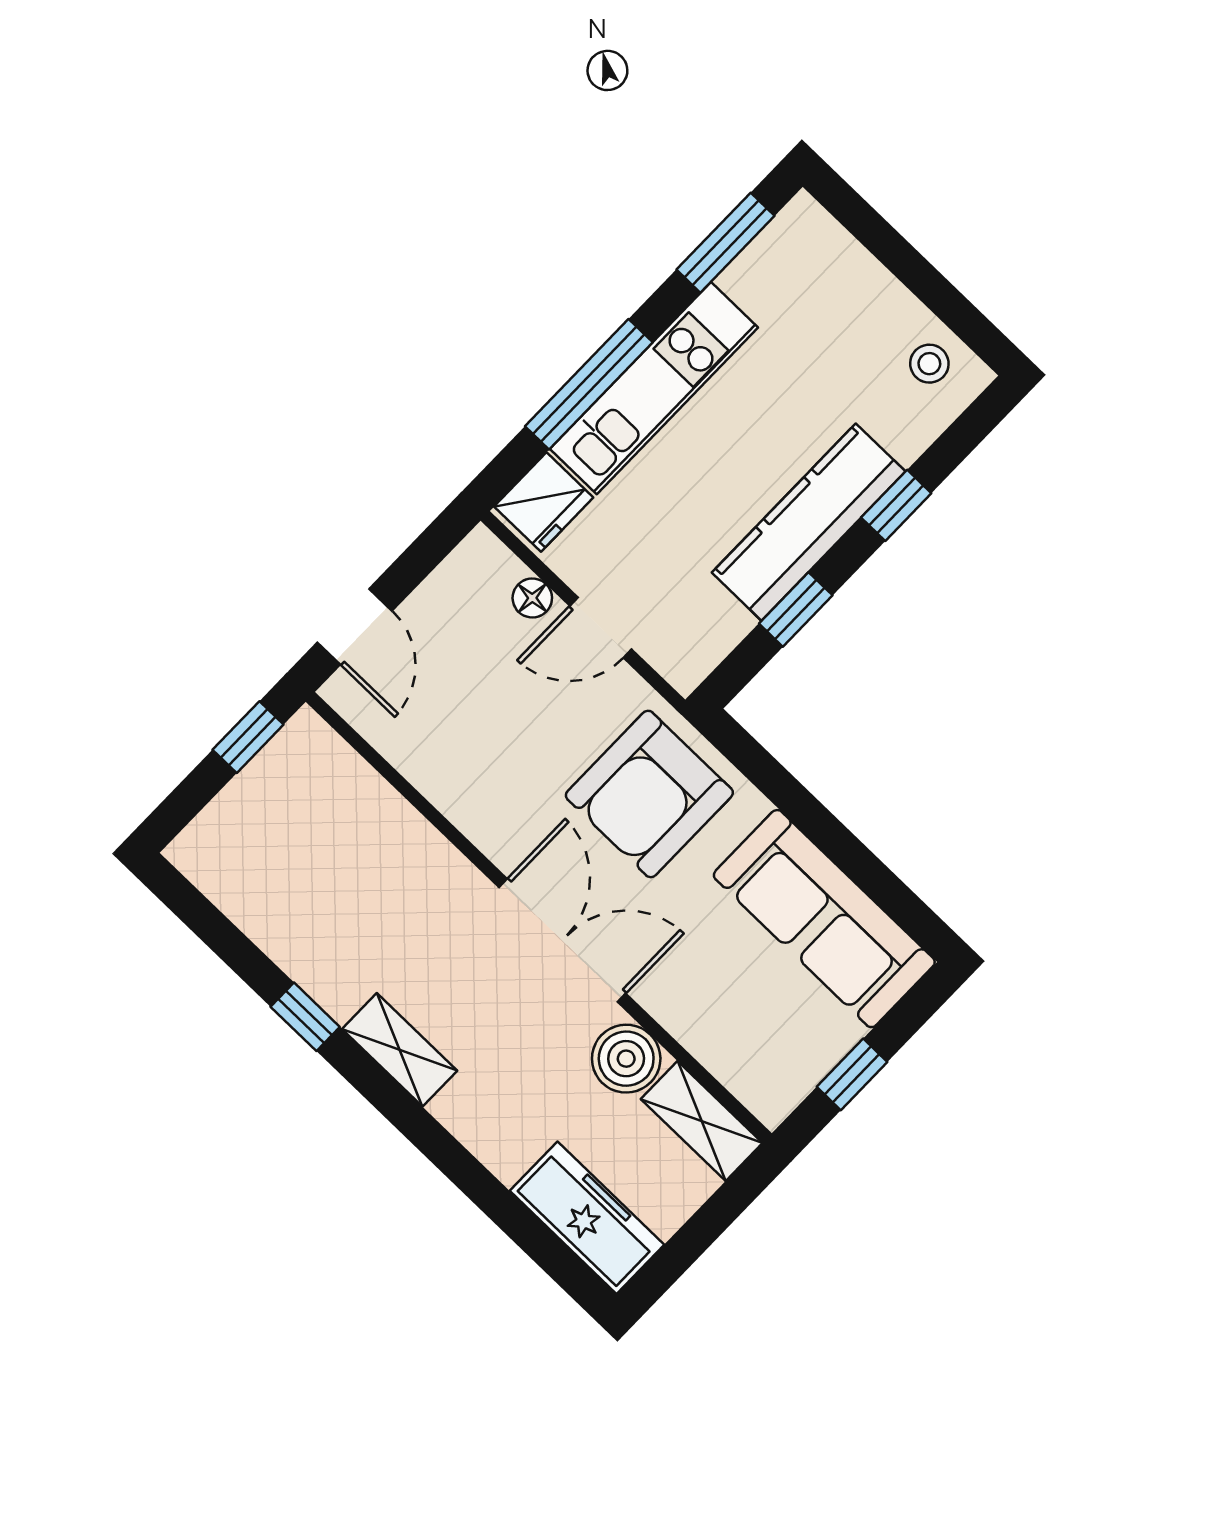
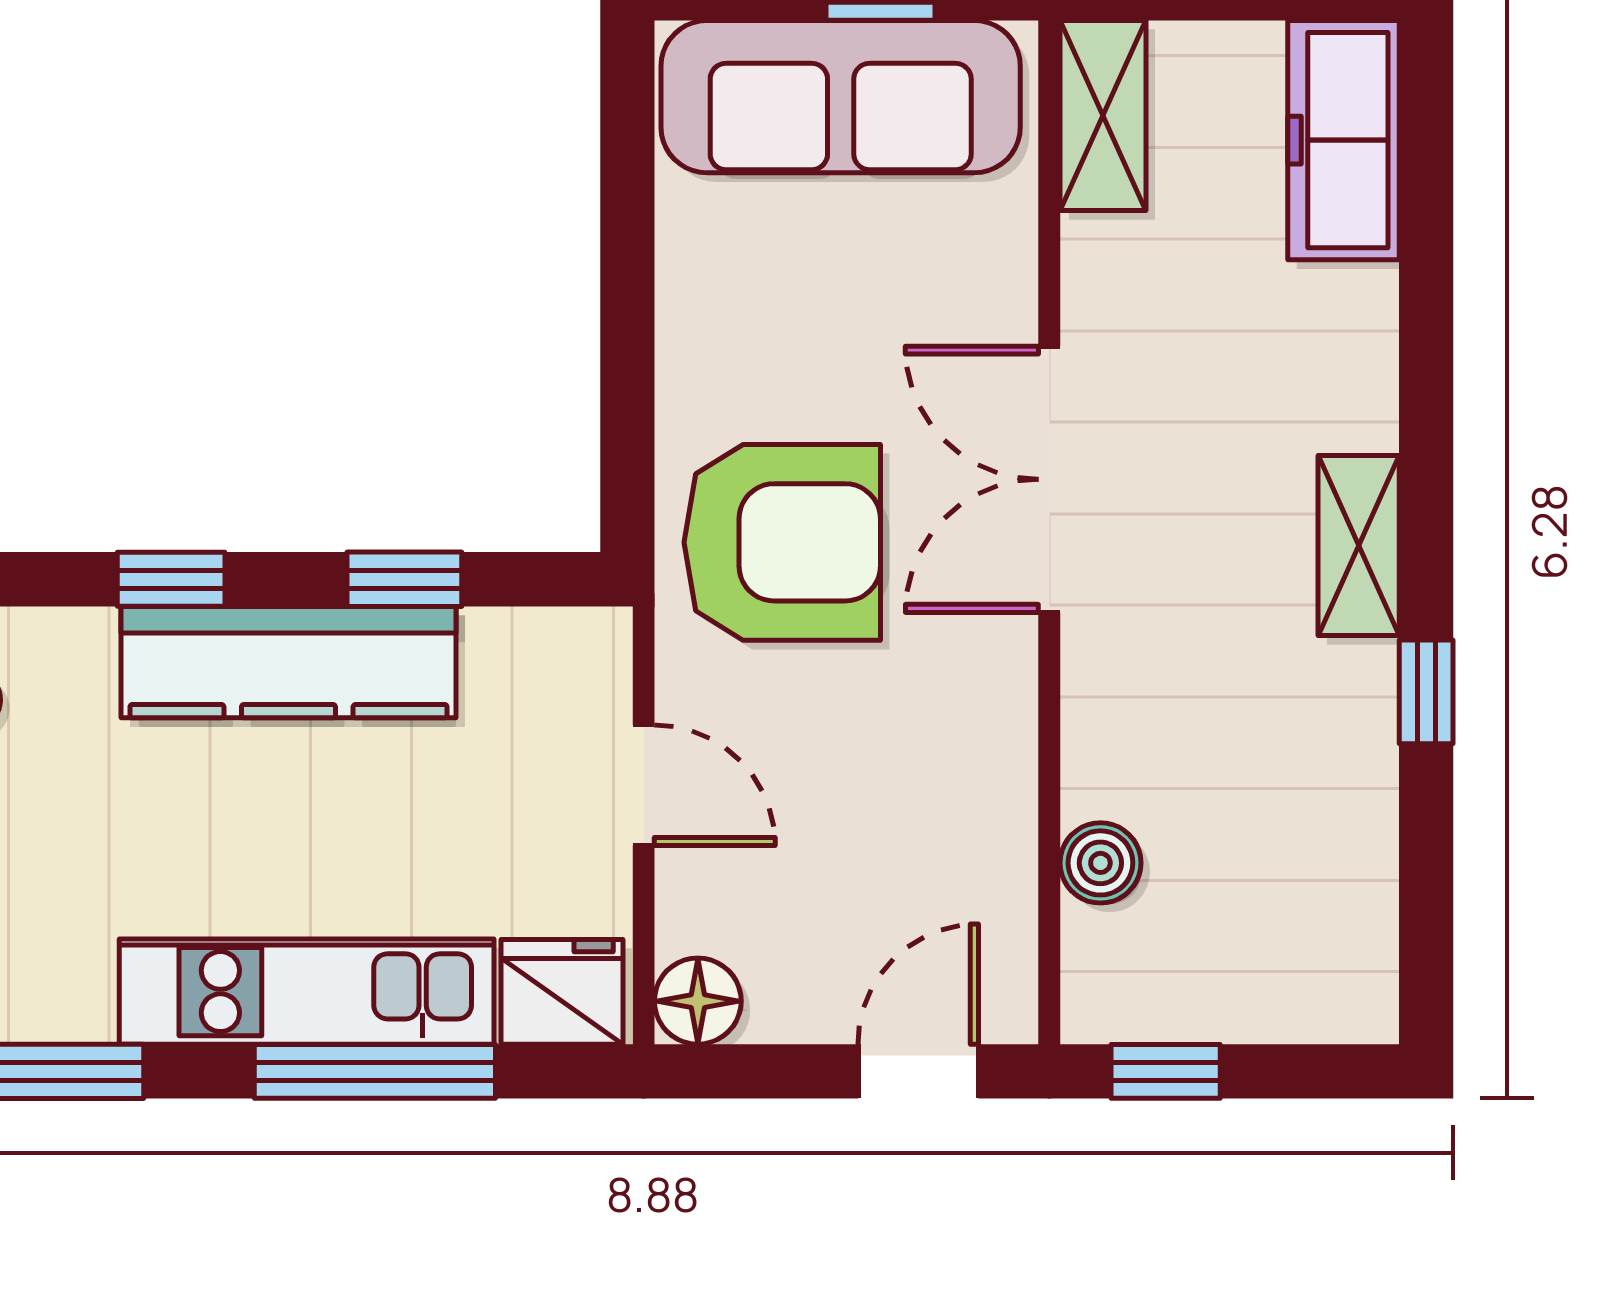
floor lamp: (532, 598) -> (698, 1001), moved, width x1.37, depth x1.37
sofa: (824, 919) -> (841, 97), moved, turned 90
boiler: (626, 1059) -> (1100, 863), moved, width x0.73, depth x0.73

